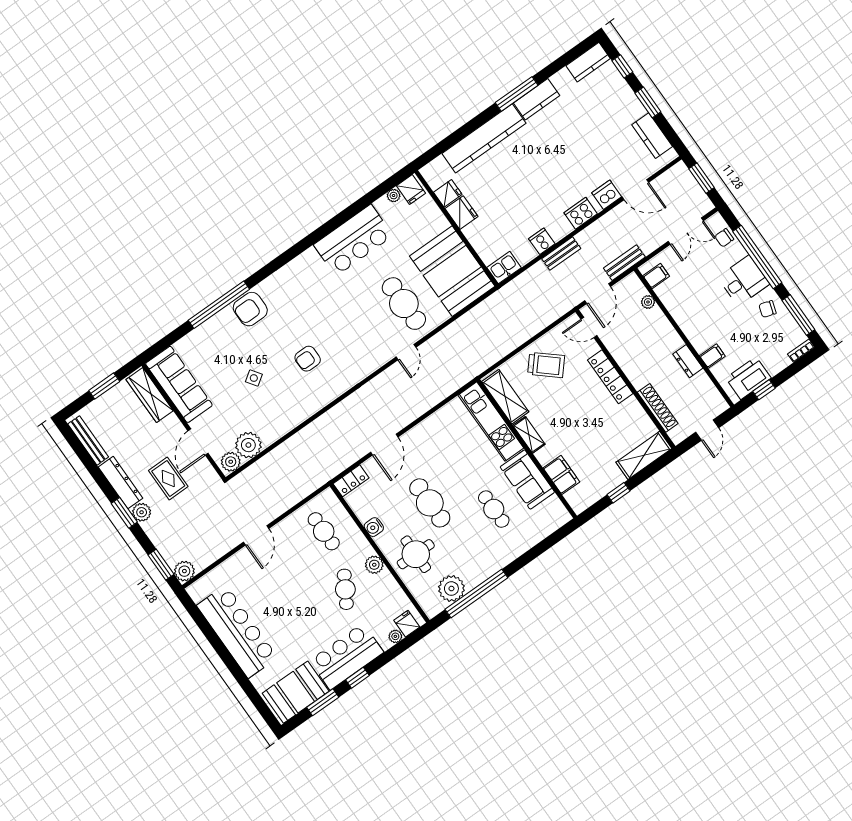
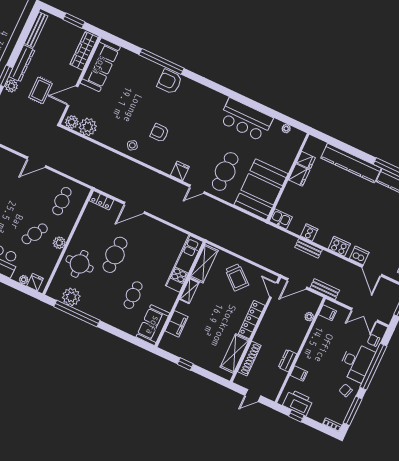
fridge: (411, 189) -> (180, 171), moved, turned 180
desk: (744, 281) -> (356, 362), width x1.37
side table: (254, 378) -> (132, 145), moved
shelving: (644, 455) -> (235, 353), moved, turned 90
sofa: (527, 480) -> (153, 325), moved
water cooler: (374, 527) -> (82, 230), removed

